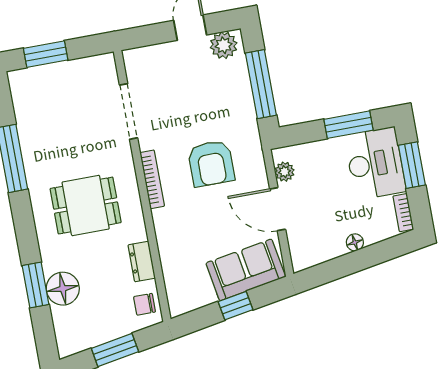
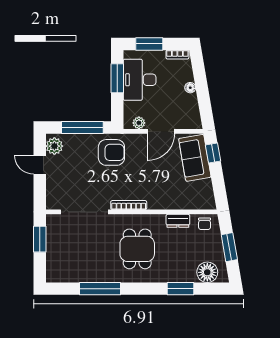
window: (46, 54) -> (40, 239), moved
doorway: (129, 111) -> (84, 212), width x1.36
armchair: (211, 163) -> (111, 152), moved
desk: (375, 164) -> (140, 80), moved, turned -90
floor lamp: (63, 289) -> (207, 272), moved
window: (236, 306) -> (213, 153), moved

